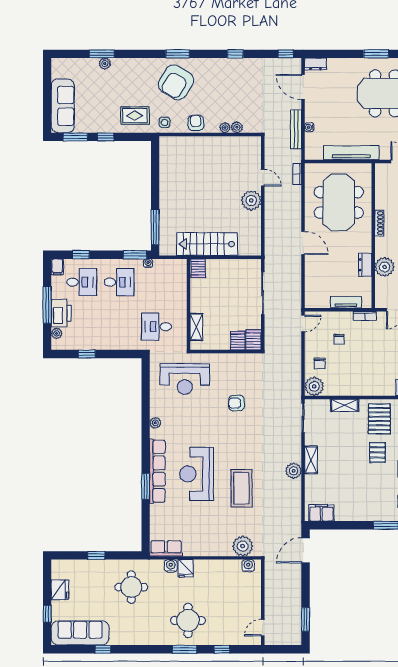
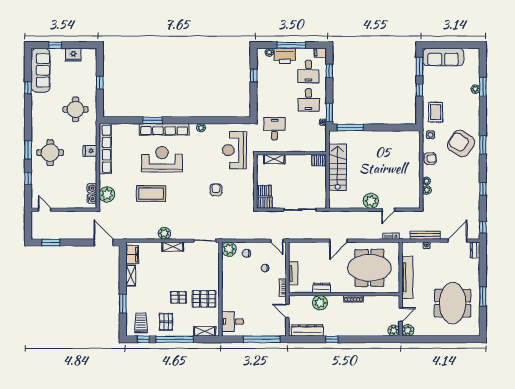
shelving: (345, 405) -> (131, 276), moved
row of seats: (166, 548) -> (105, 149), width x2.02
water cooler: (171, 566) -> (92, 188), moved

